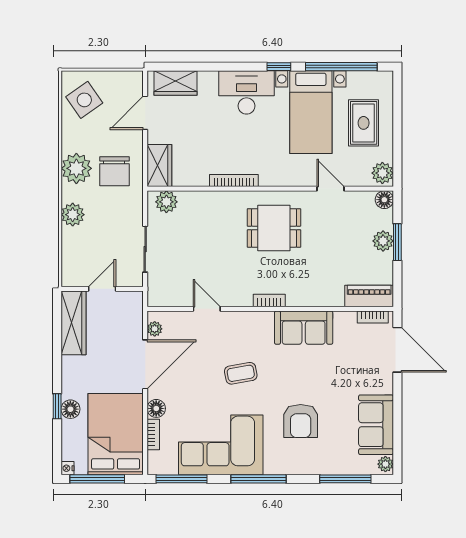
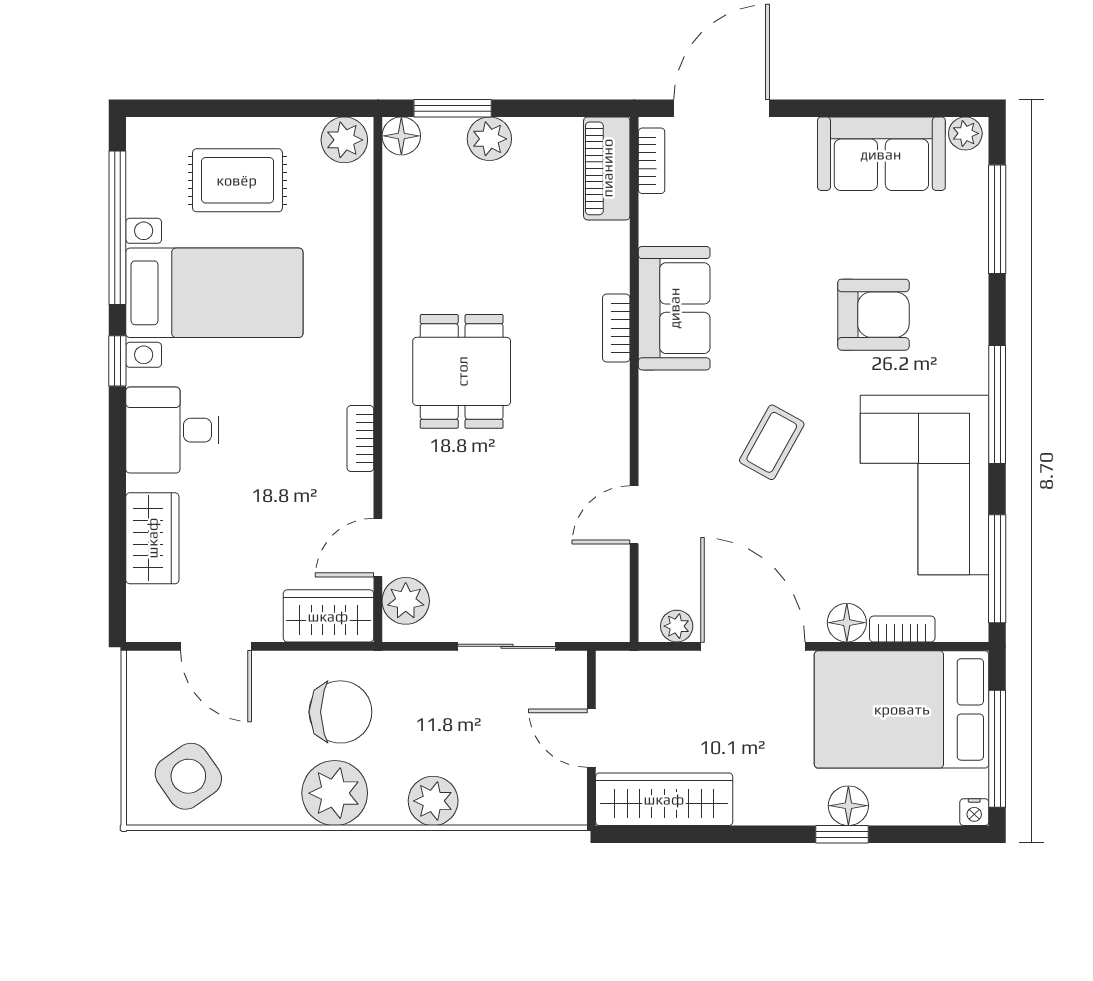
wardrobe: (175, 83) -> (152, 538), moved
desk: (246, 92) -> (172, 430), width x0.73
bookcase: (234, 181) -> (360, 439), width x0.64
door: (331, 189) -> (378, 548), moved
window: (397, 242) -> (453, 108), moved
bookcase: (269, 300) -> (616, 328), moved
coffee table: (241, 373) -> (772, 442), turned 39

